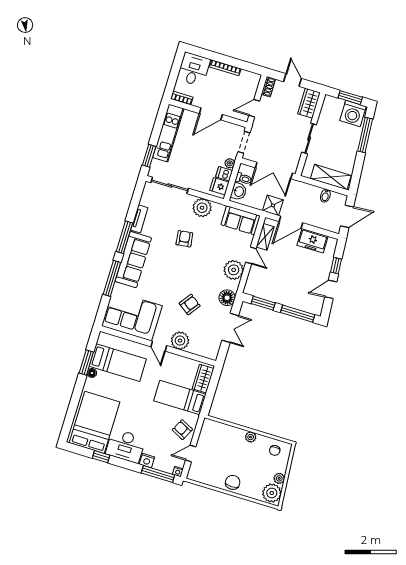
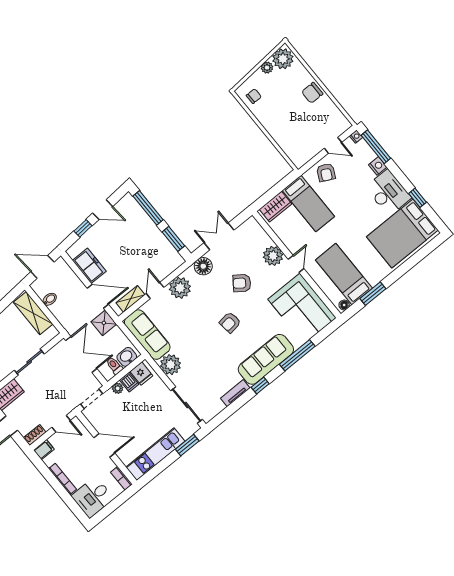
filing cabinet: (254, 80) -> (44, 450), added
sofa: (241, 220) -> (147, 335), width x1.36
window: (124, 237) -> (260, 385), width x0.46
armchair: (184, 239) -> (230, 322), moved
floor lamp: (92, 373) -> (344, 305), moved
plant: (251, 437) -> (268, 123), removed

